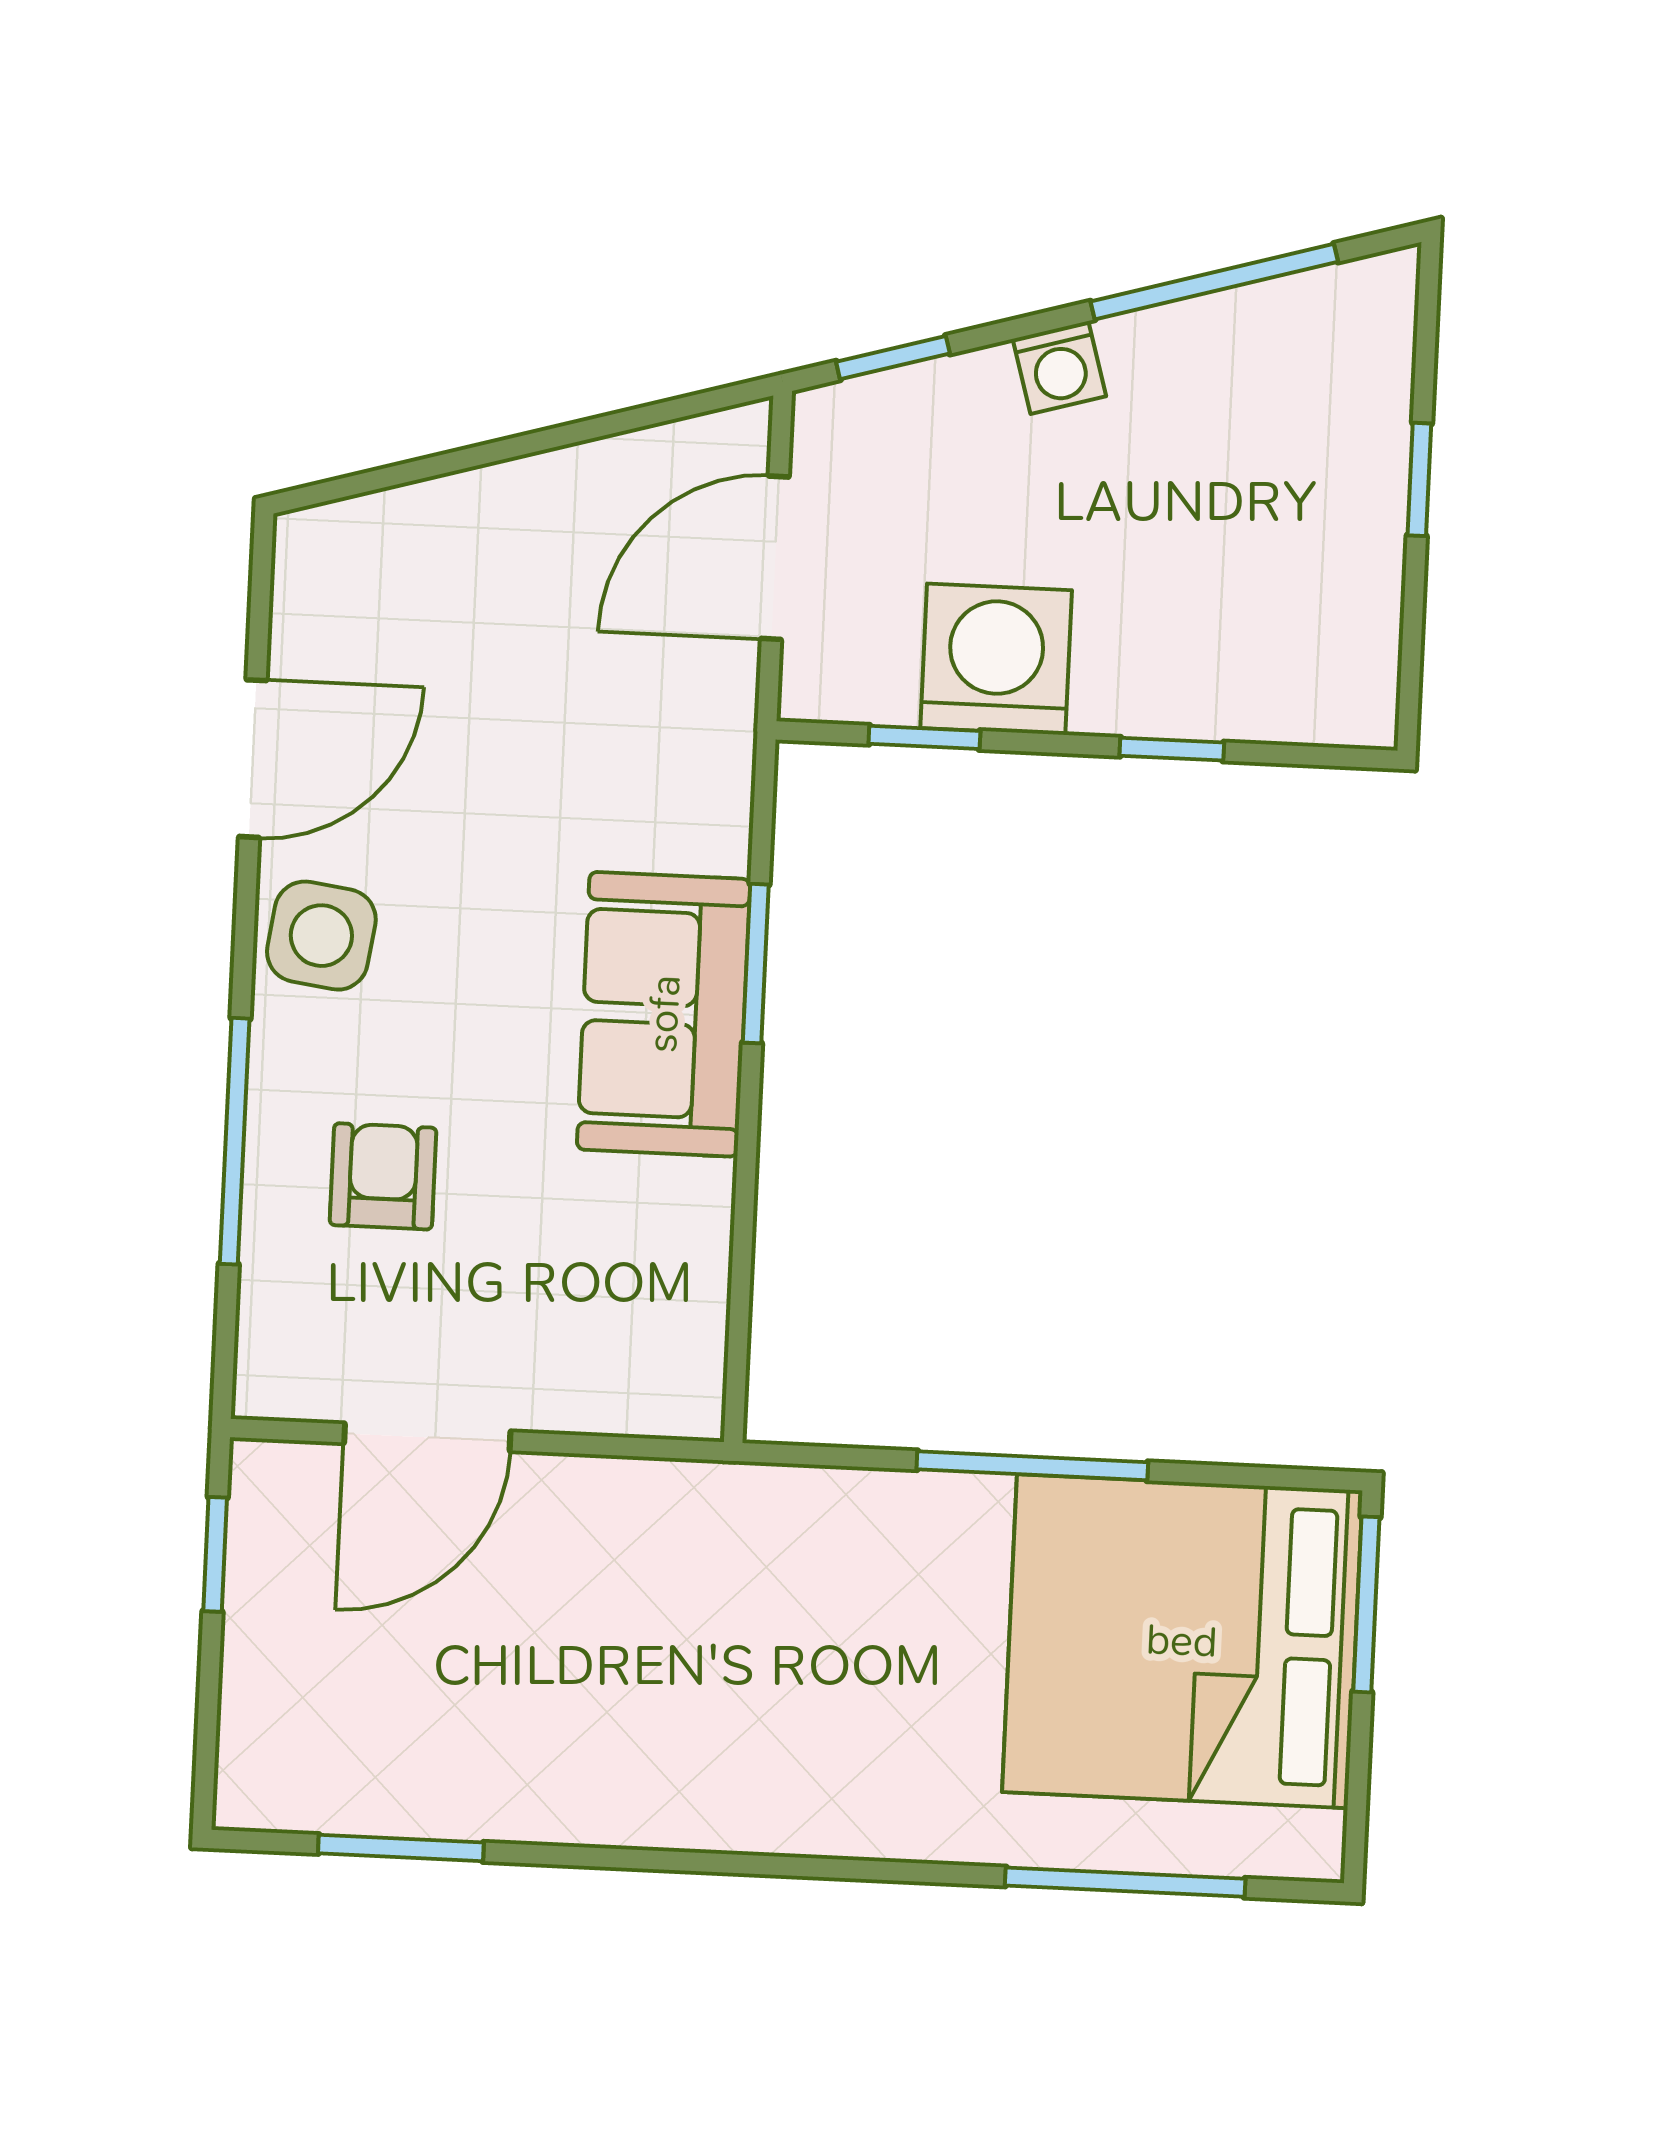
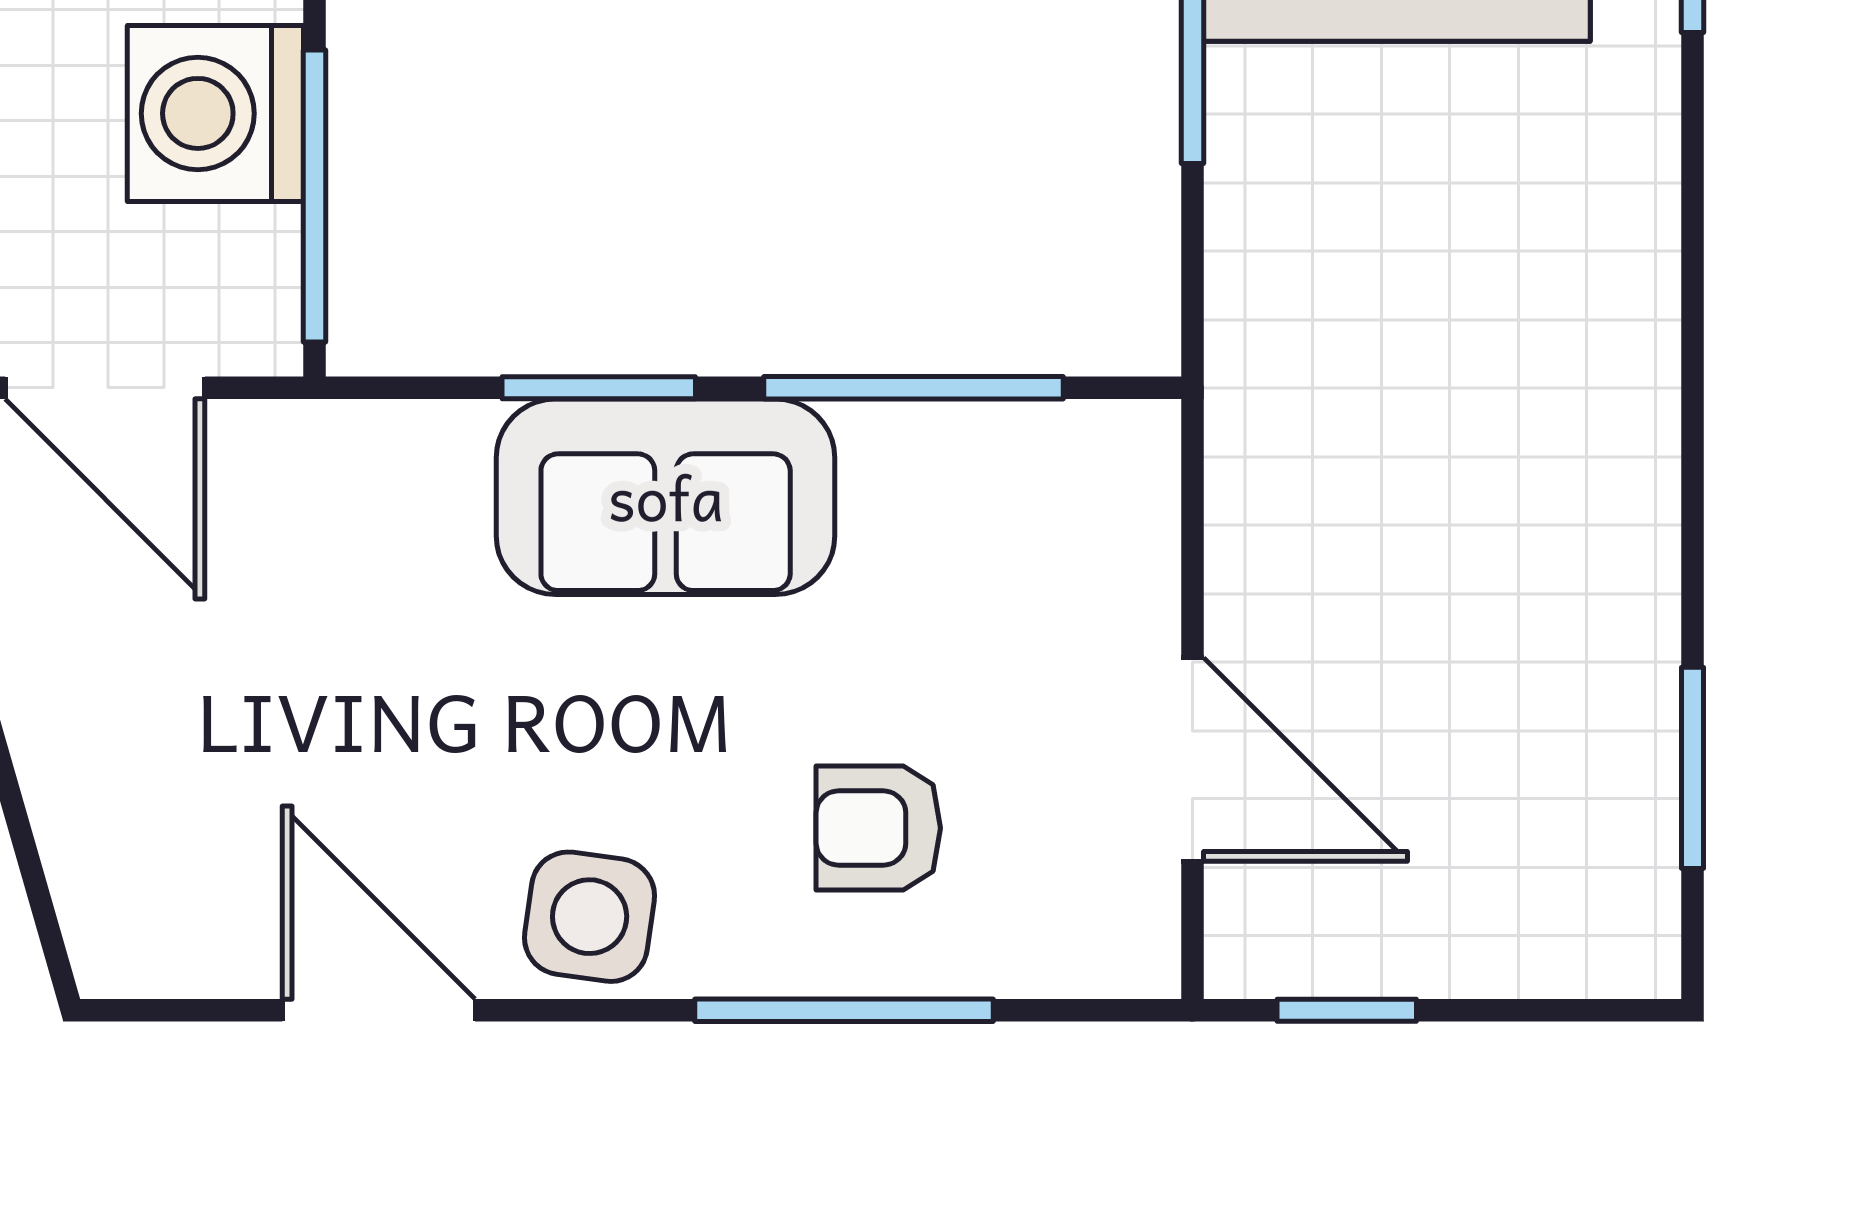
window: (924, 737) -> (315, 196), width x2.17
window: (743, 1222) -> (914, 388), added

